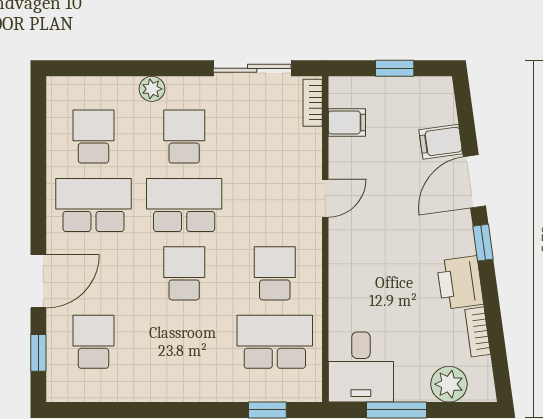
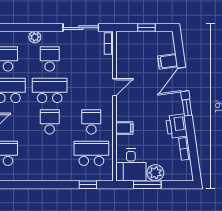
filing cabinet: (347, 122) -> (124, 128), moved
plant: (449, 384) -> (155, 173), moved

